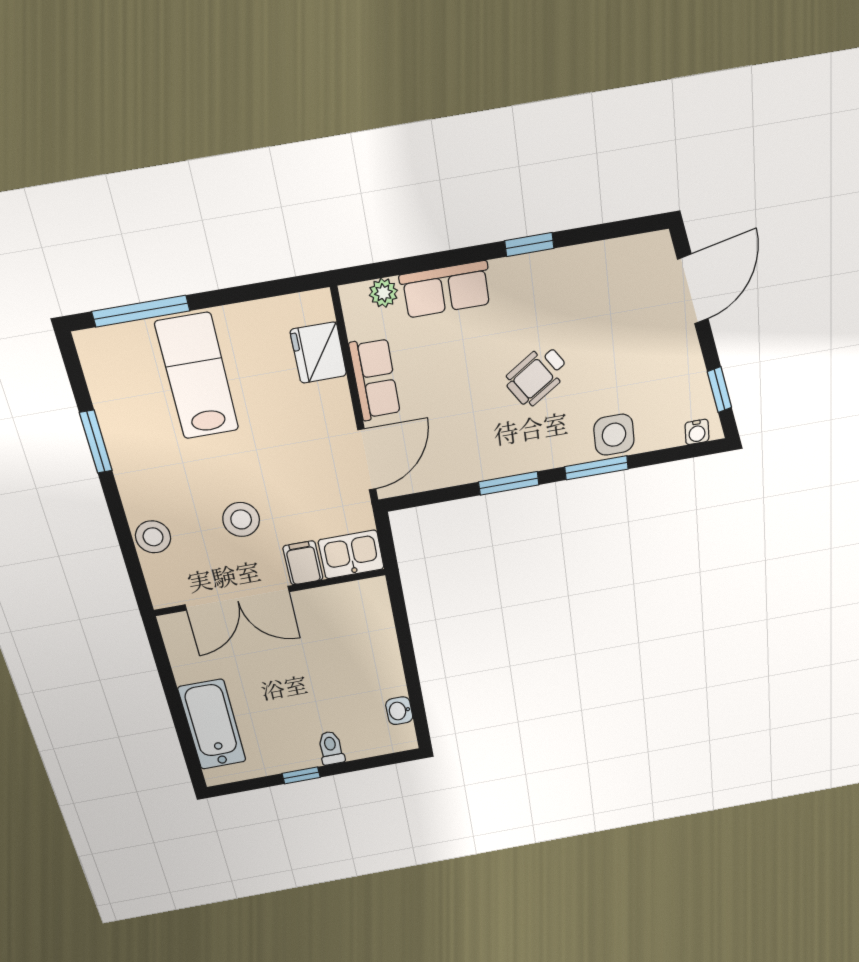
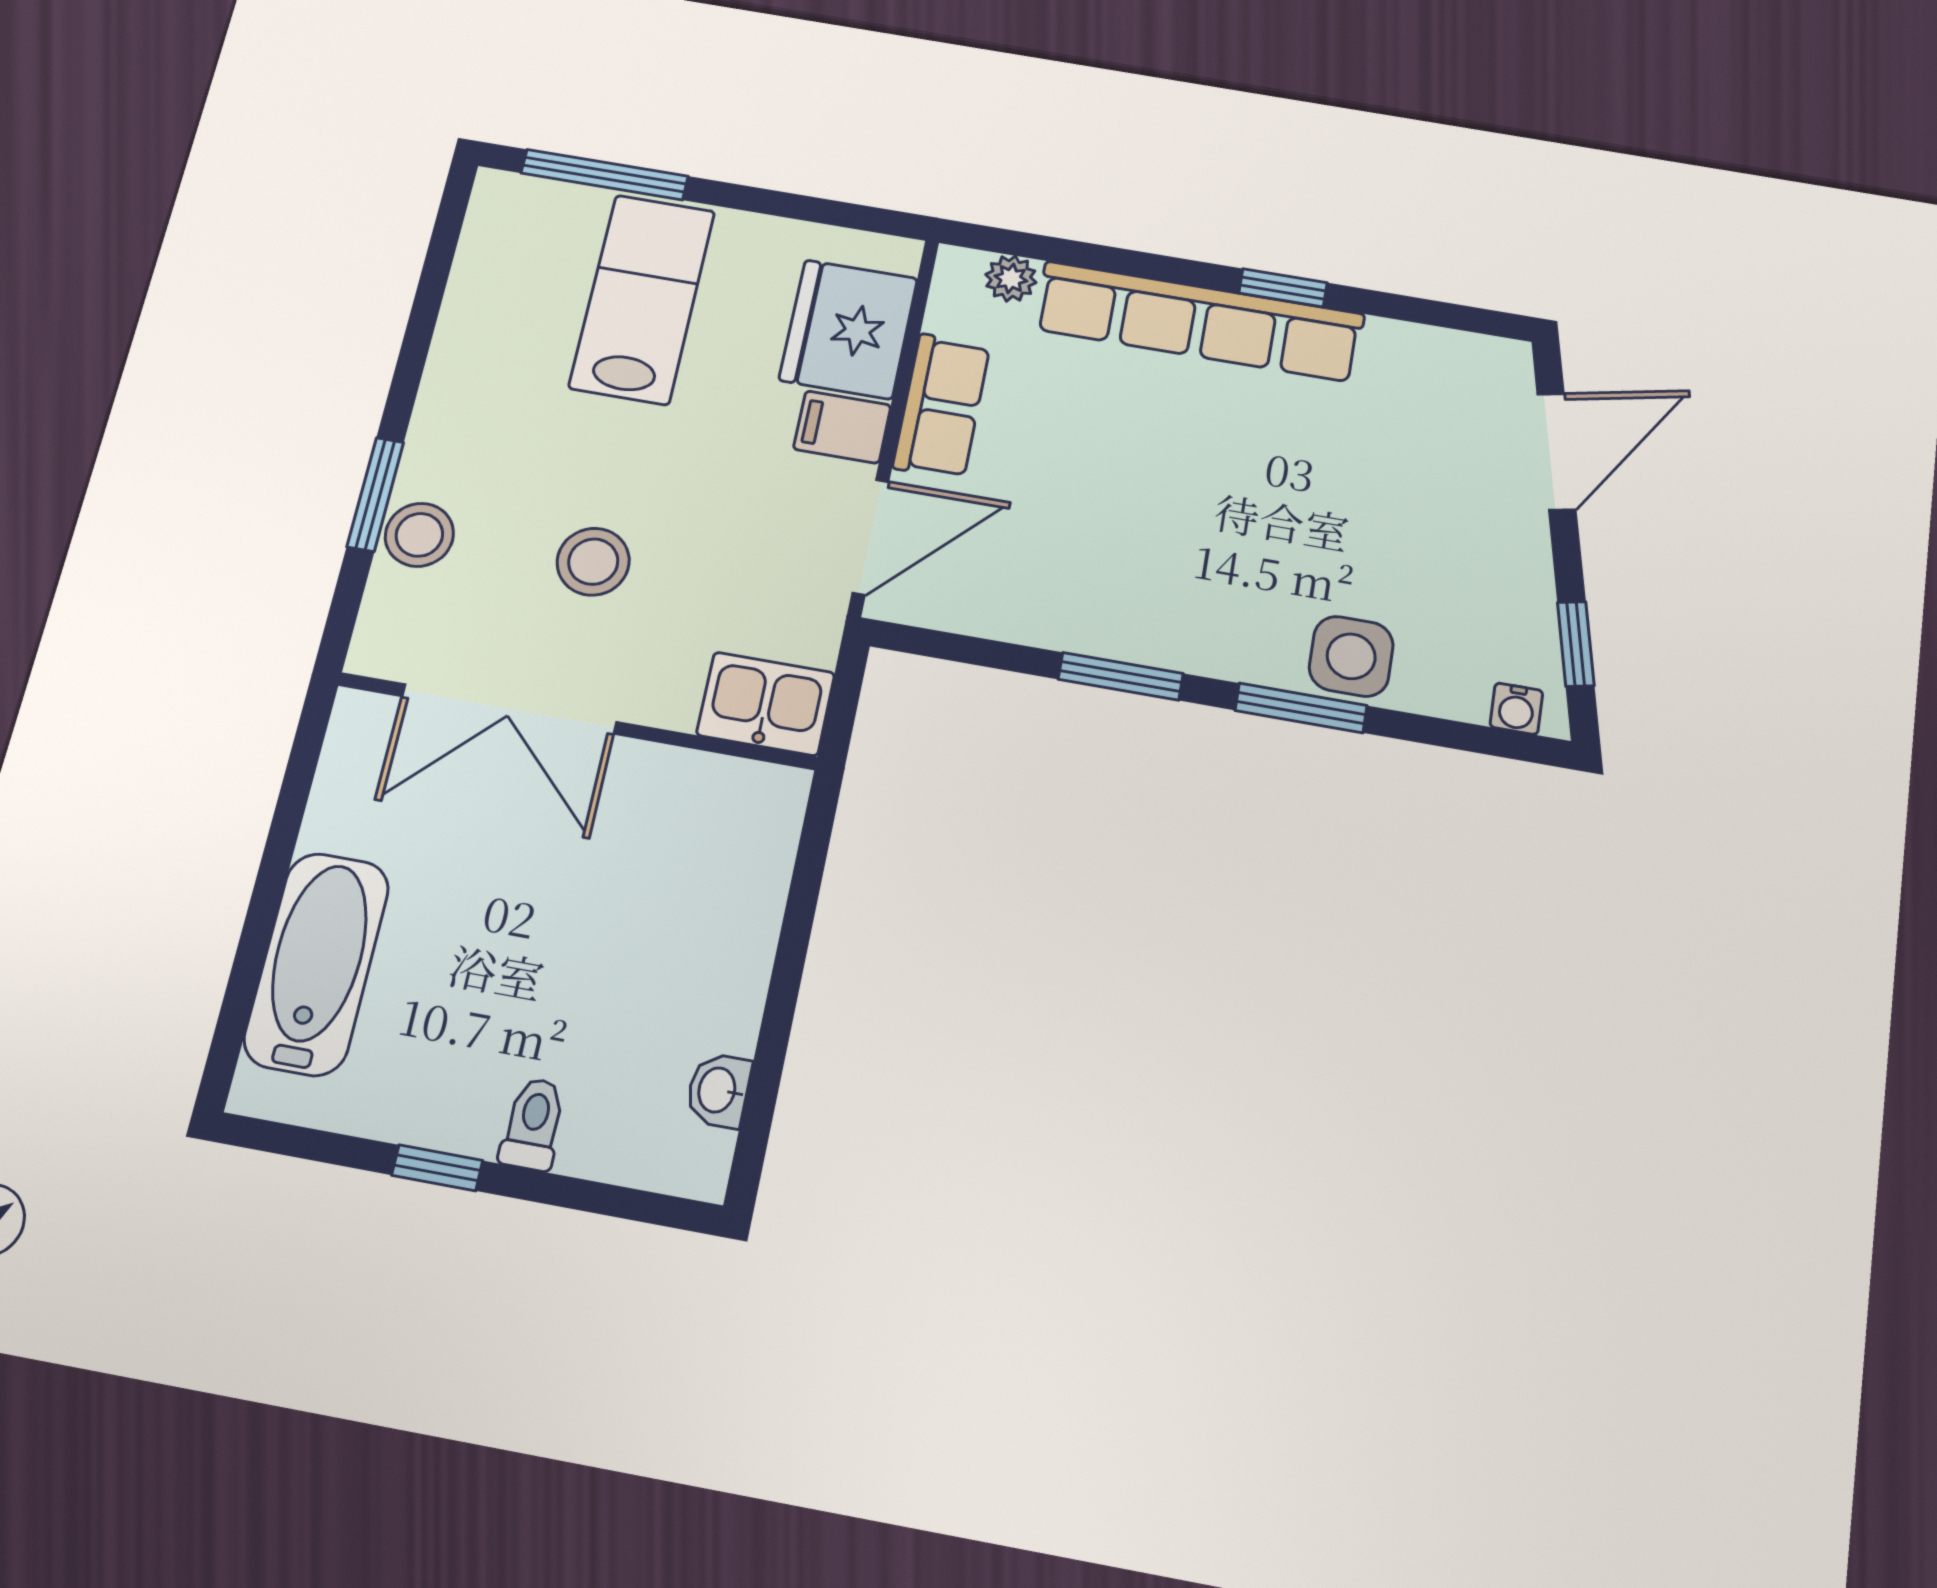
row of seats: (446, 289) -> (1199, 322), width x2.02
fridge: (318, 353) -> (848, 329), width x1.36, depth x1.34
wheelchair: (537, 376) -> (1234, 500), removed
window: (96, 442) -> (375, 494), moved
filing cabinet: (303, 563) -> (842, 427), moved, turned -90

